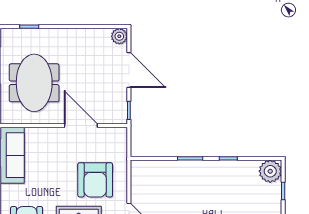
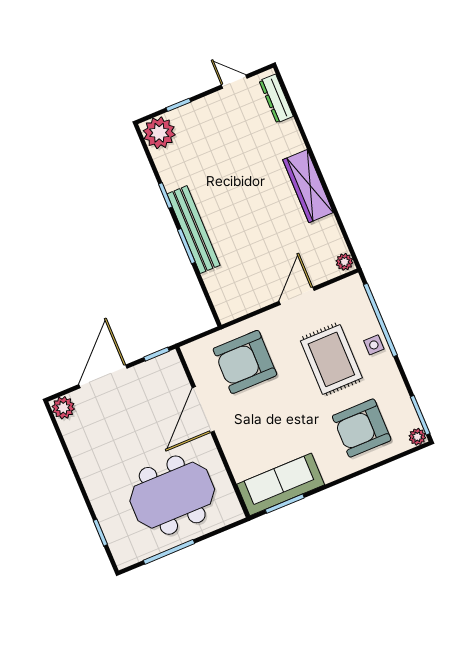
bench: (199, 167) -> (194, 230), added
armchair: (95, 180) -> (245, 362), moved, turned 180

